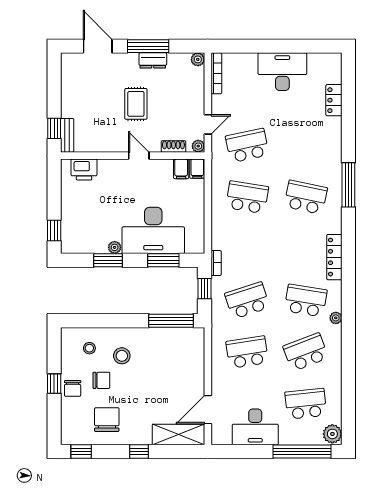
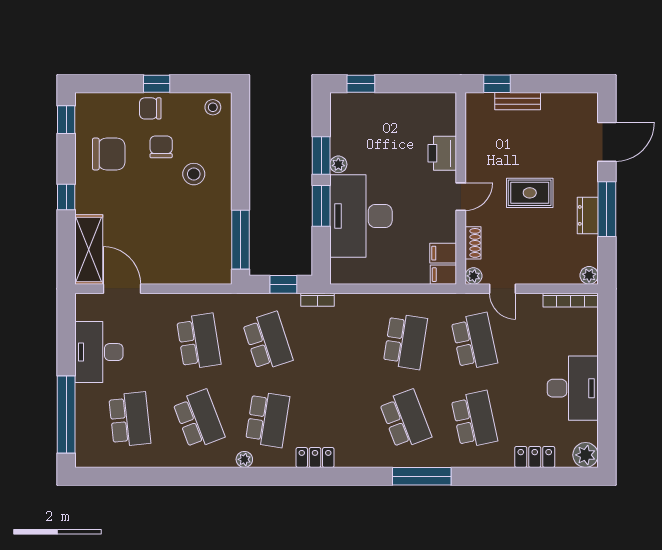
bench: (67, 135) -> (518, 101), moved
school desk: (306, 146) -> (474, 419), added
printer: (84, 170) -> (442, 153), moved
school desk: (306, 197) -> (405, 419), turned -33
locker: (334, 257) -> (315, 458), width x0.66
window: (163, 260) -> (321, 206), moved
stool: (89, 348) -> (213, 107), moved
chair: (101, 380) -> (161, 147), turned 180
plant: (332, 434) -> (586, 455), moved

